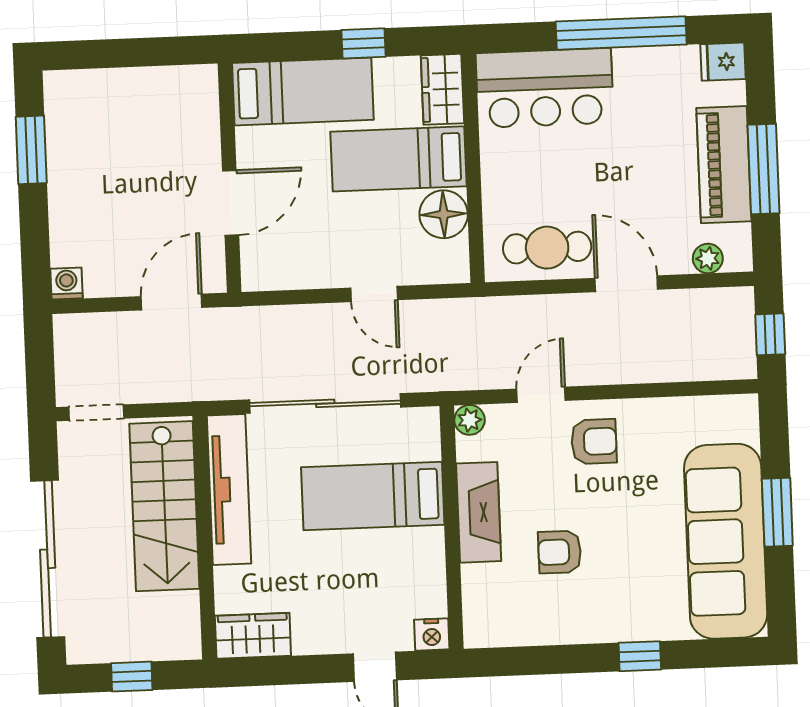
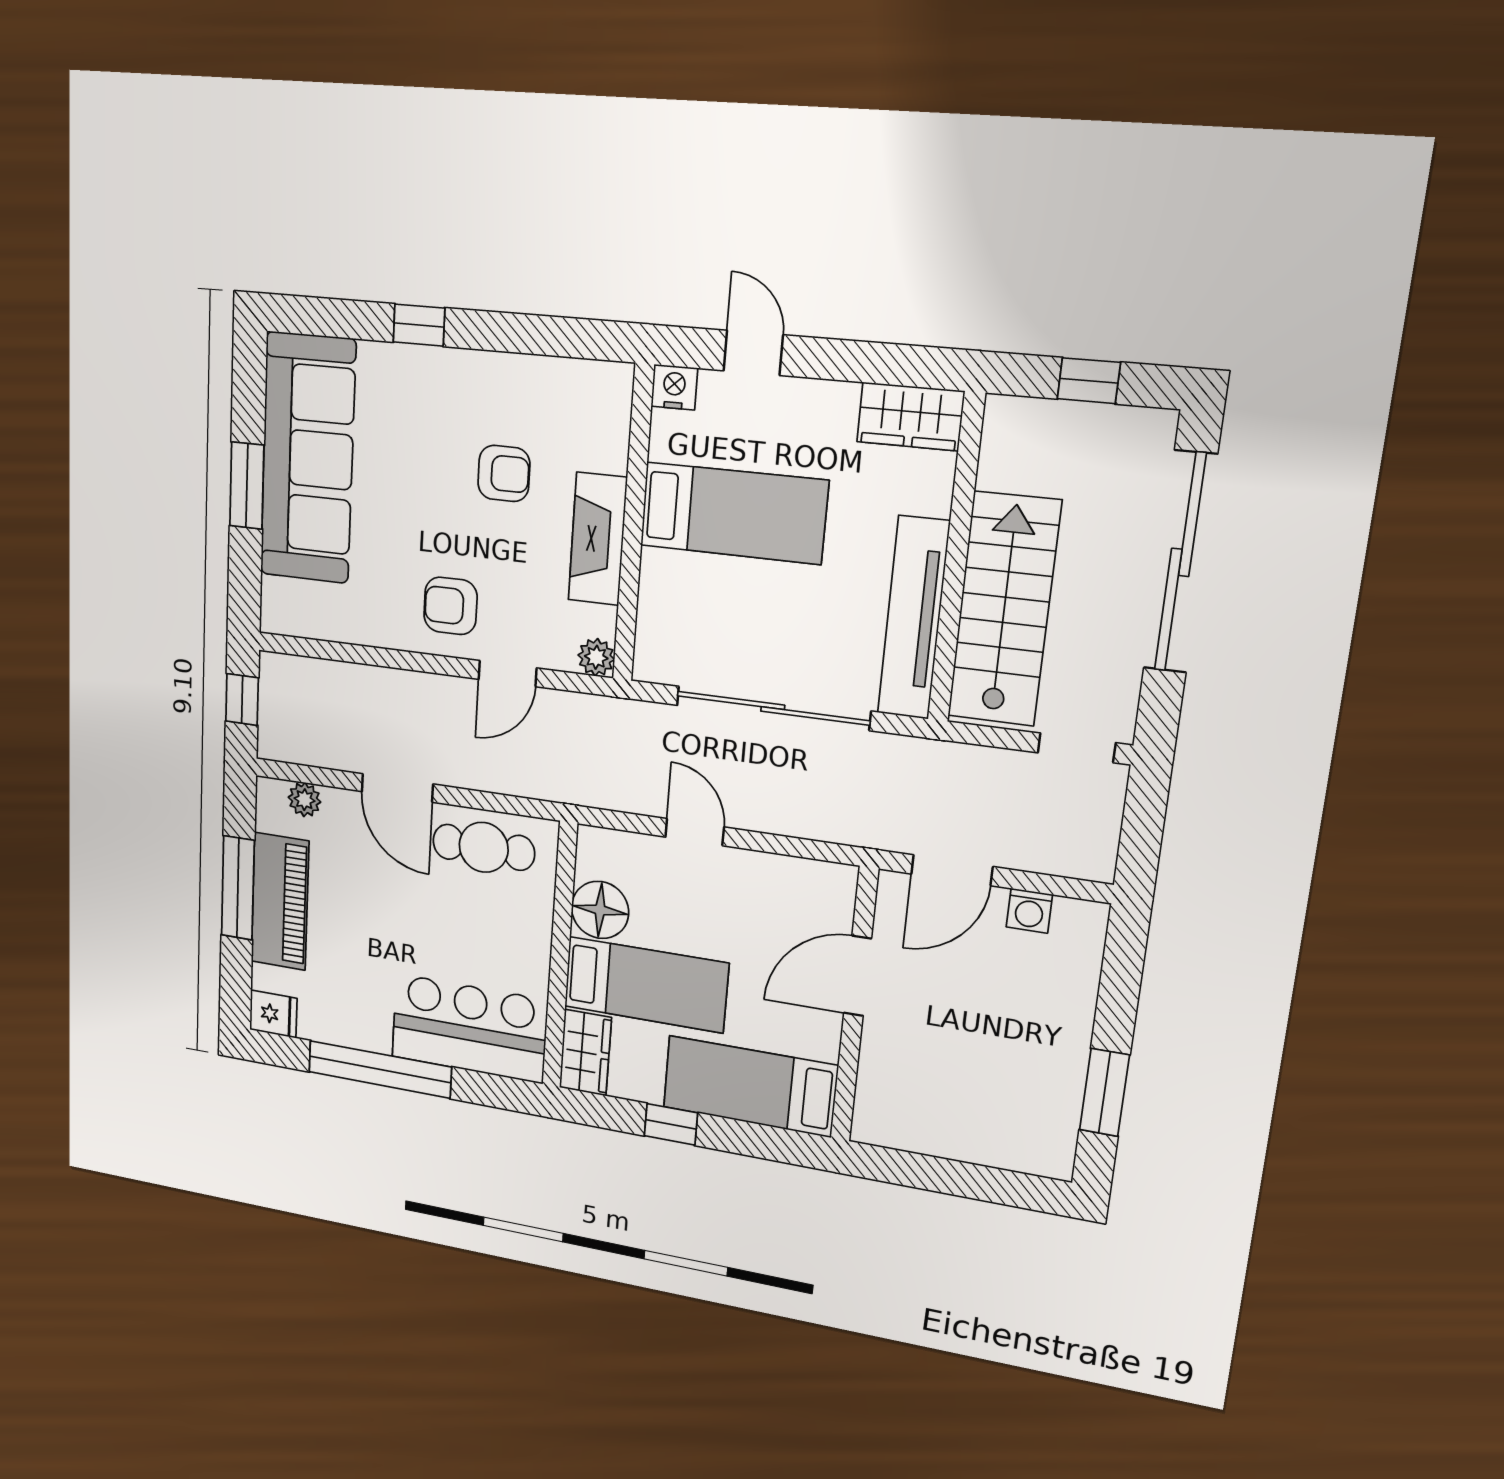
washing machine: (66, 284) -> (1029, 911), moved
bed: (373, 496) -> (733, 513), moved

